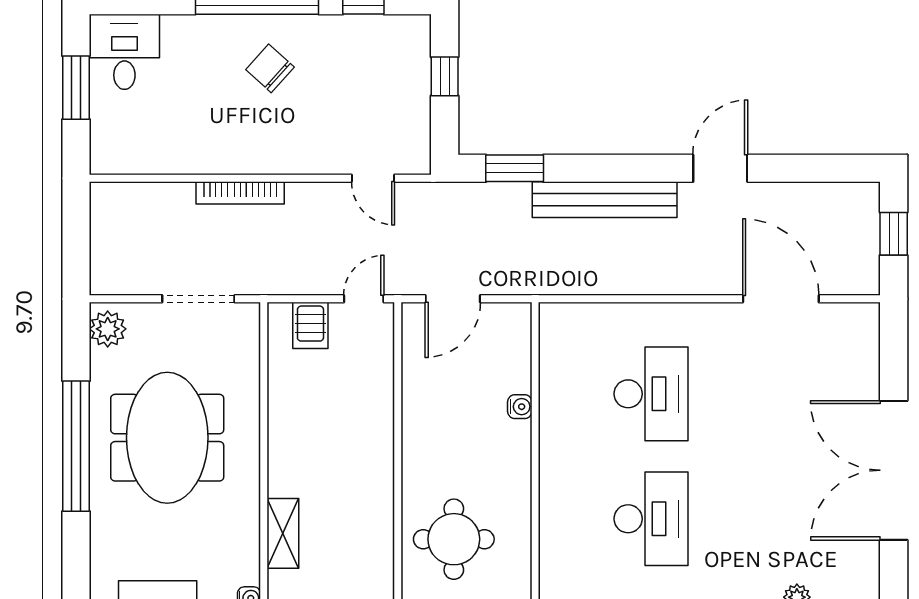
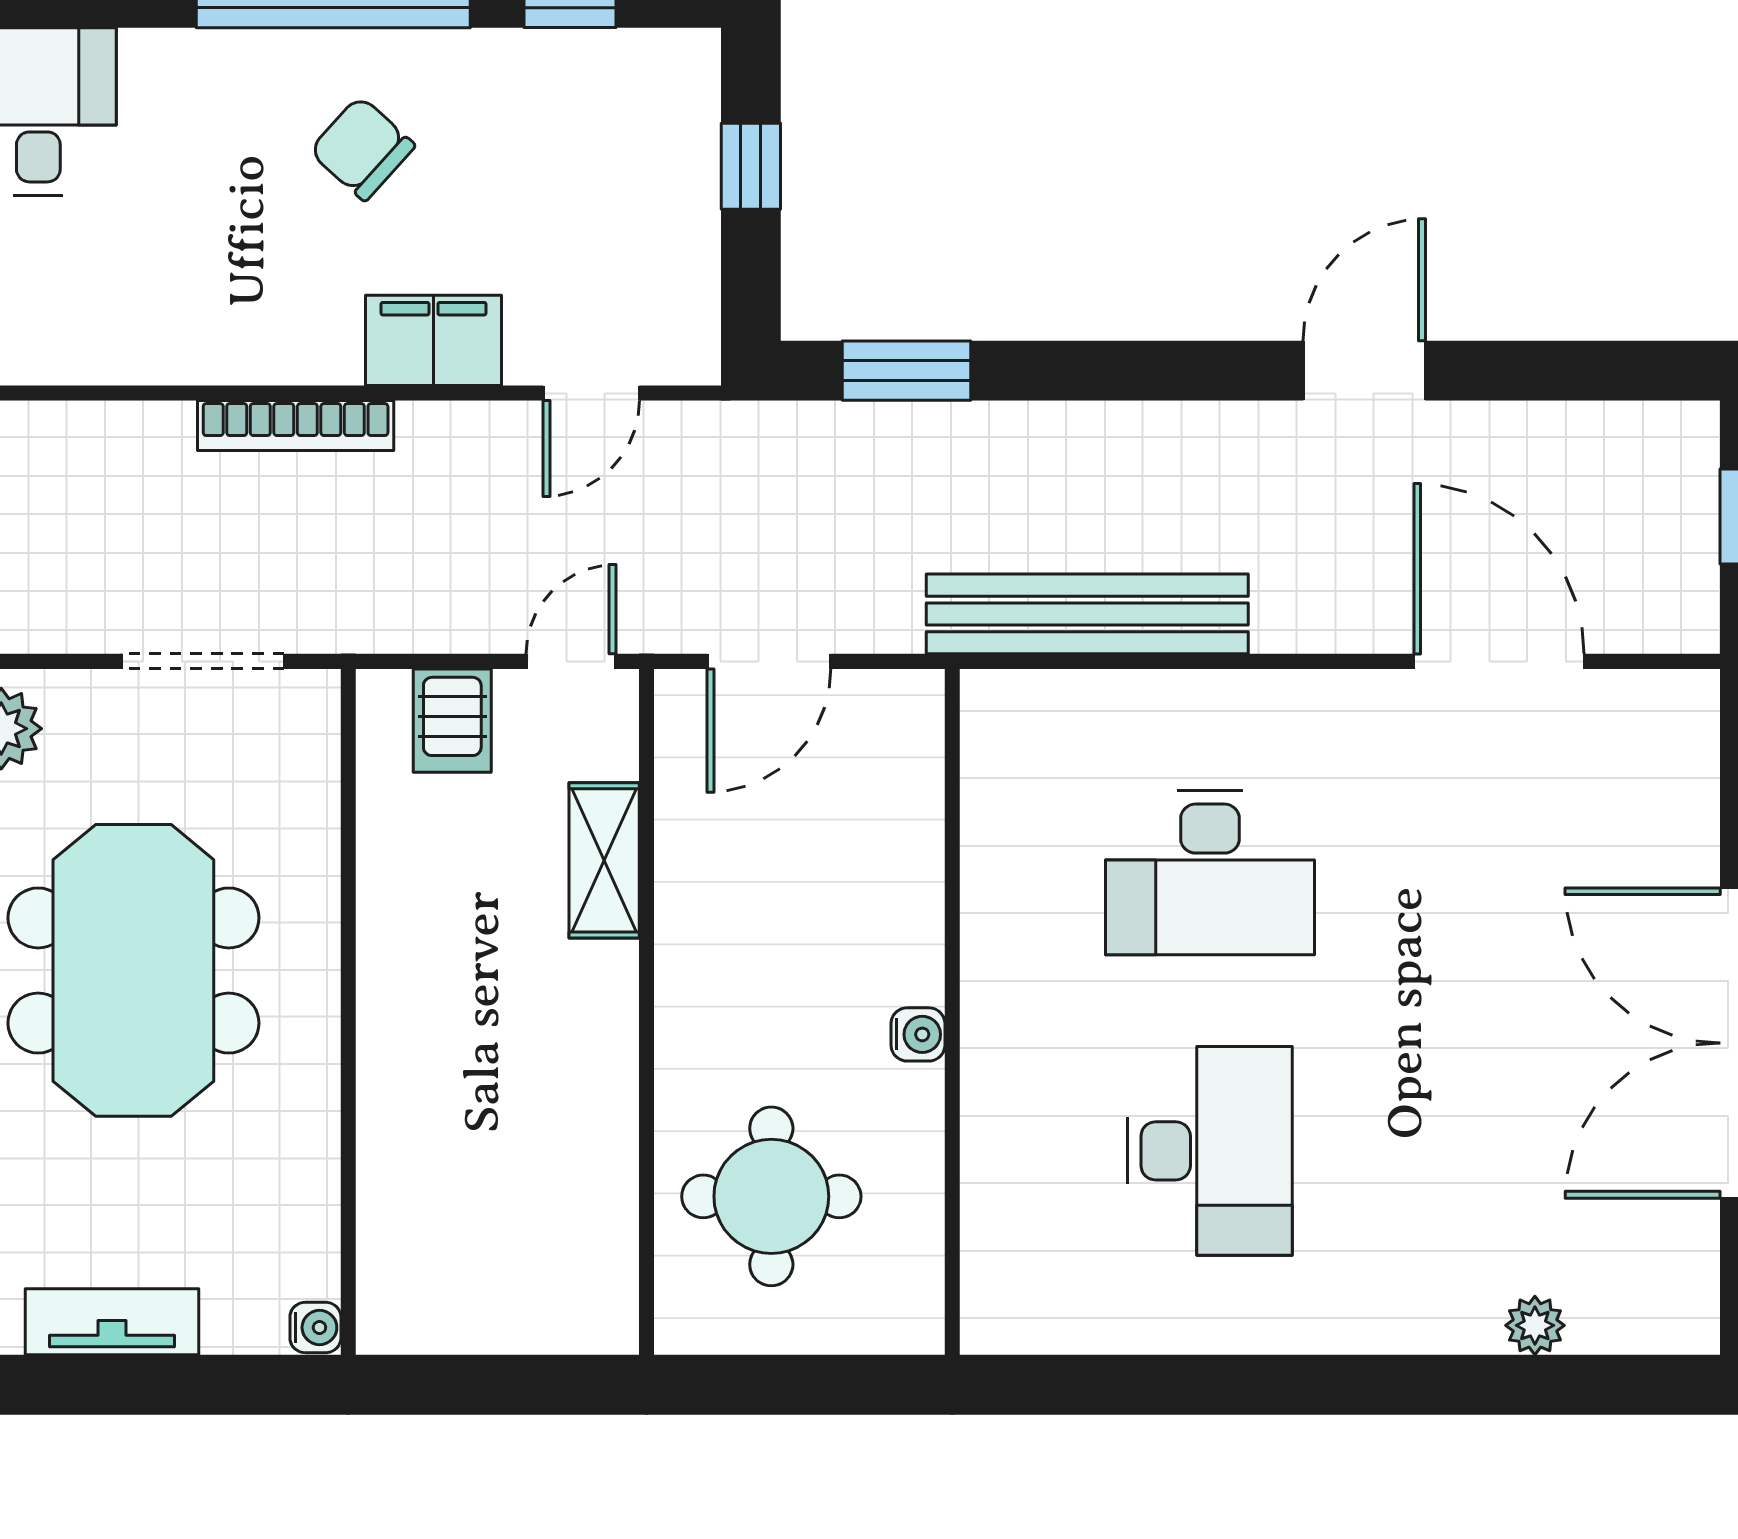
filing cabinet: (302, 155) -> (433, 340), added
door: (373, 178) -> (591, 393), hinge flipped
bench: (605, 200) -> (1087, 614), moved
desk: (651, 394) -> (1210, 873), turned 90
water cooler: (520, 407) -> (918, 1034), moved
shelving: (283, 533) -> (604, 860), moved

